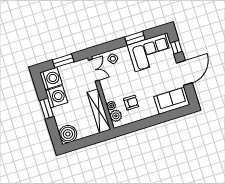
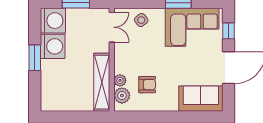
boiler: (68, 134) -> (52, 100), removed

